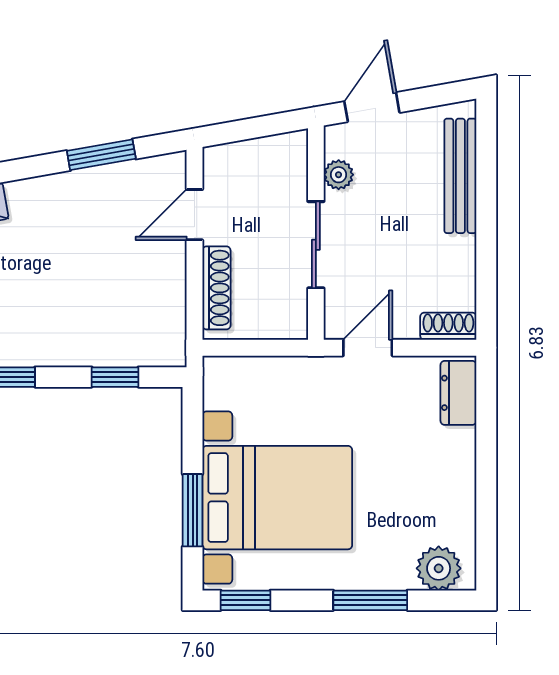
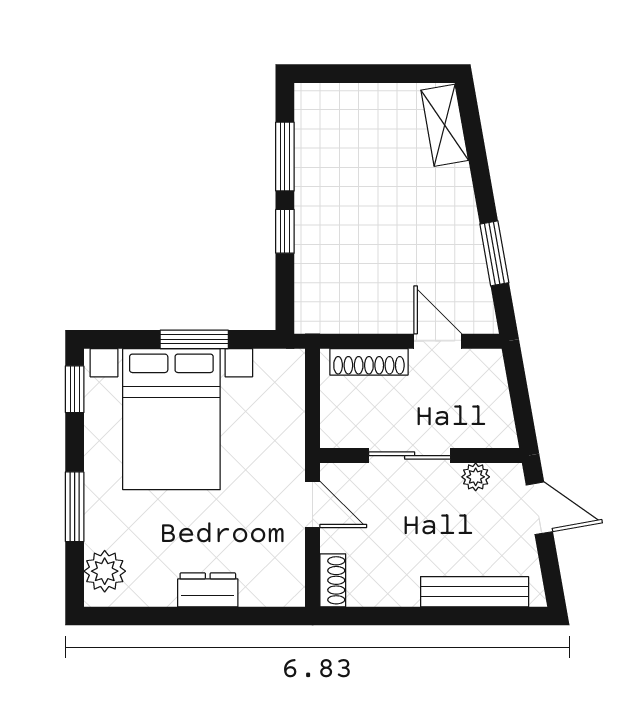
window: (115, 377) -> (285, 231), moved
dresser: (458, 393) -> (208, 590), moved
window: (193, 510) -> (194, 339), moved

